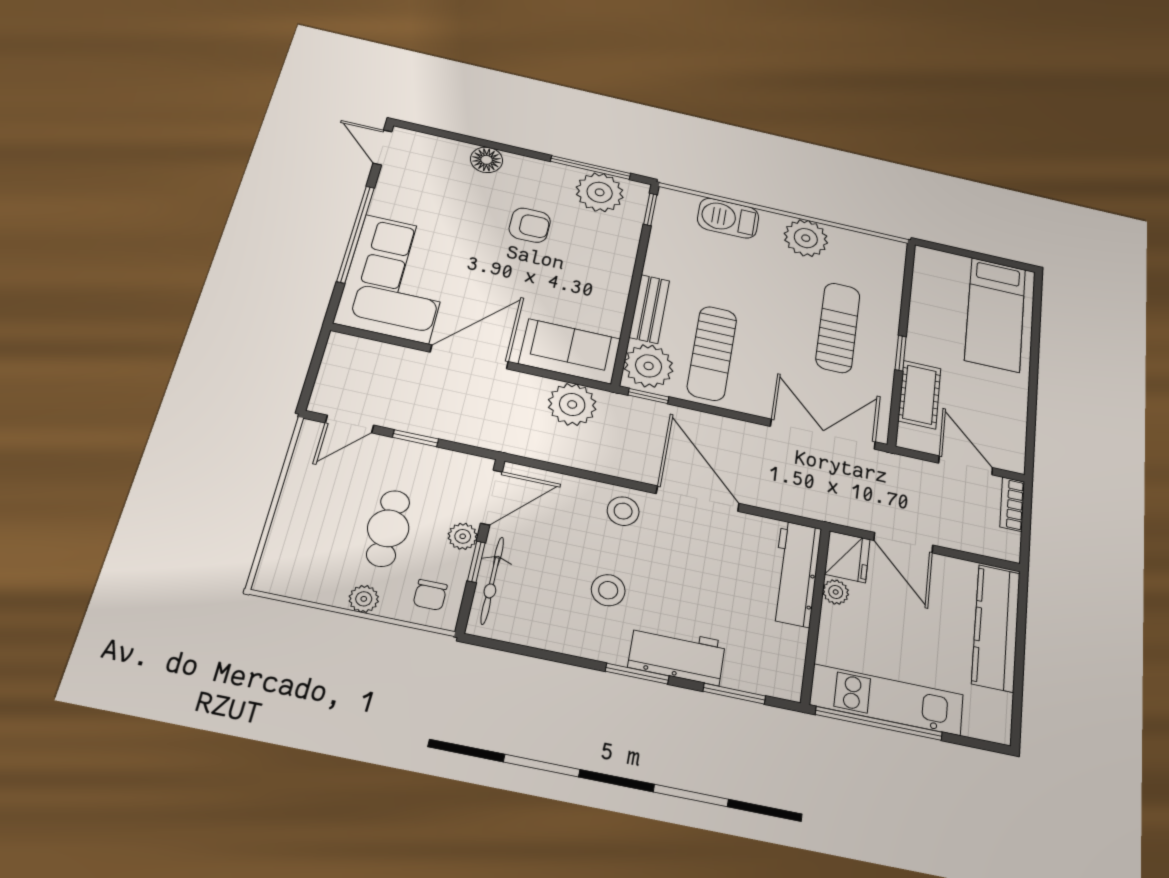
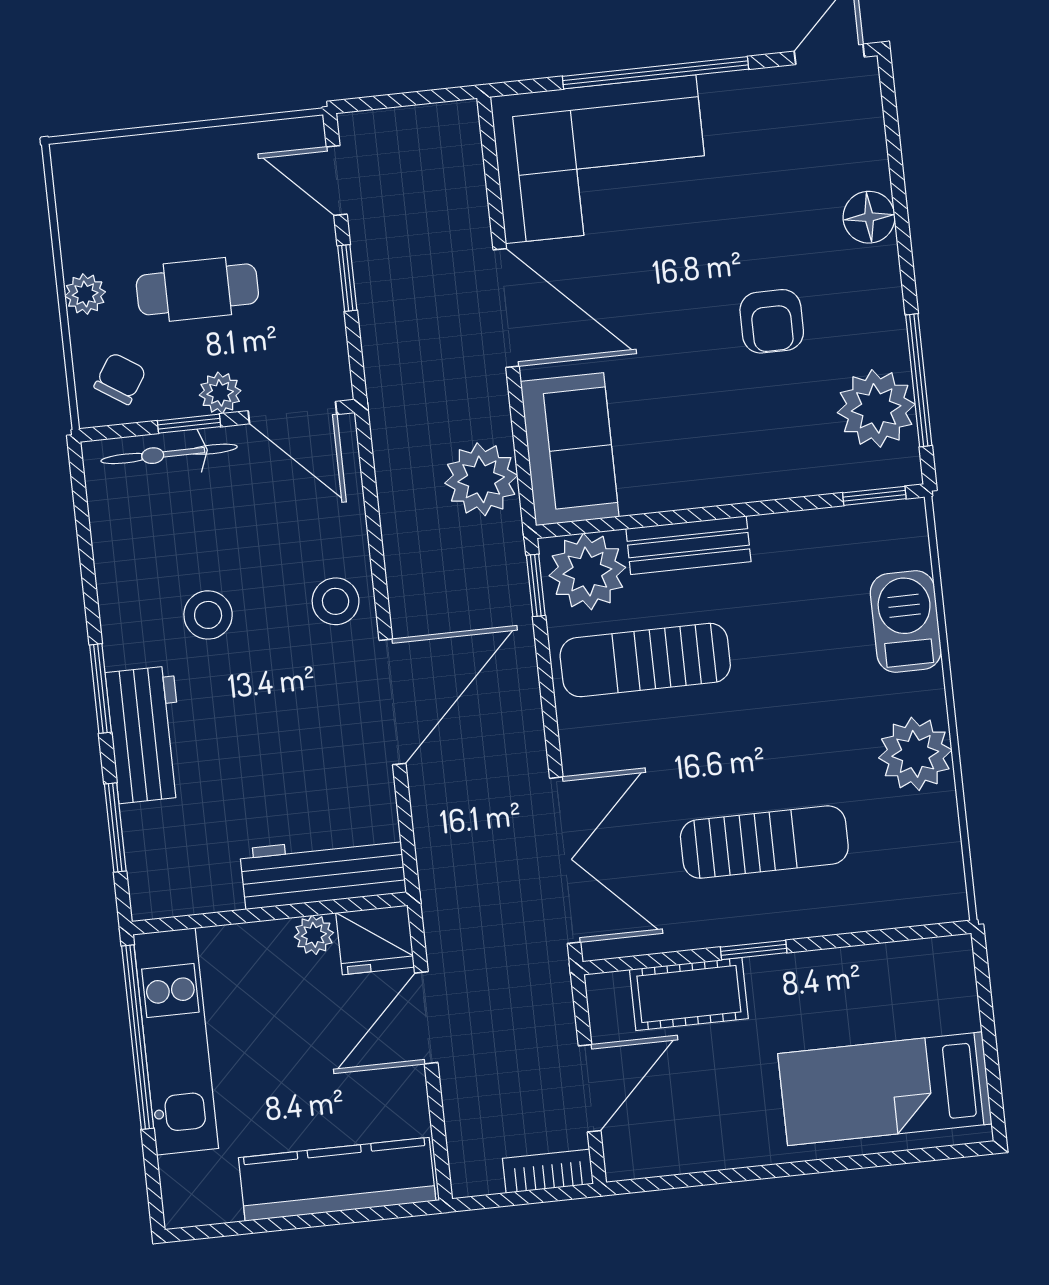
chair: (430, 595) -> (120, 379), turned 123

